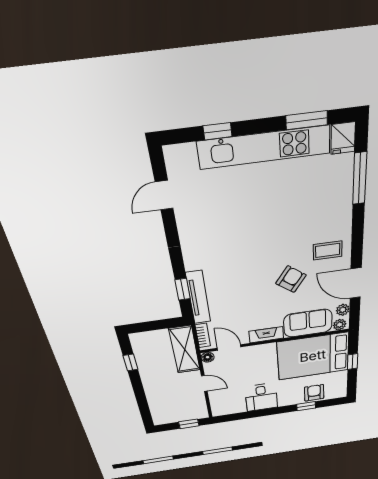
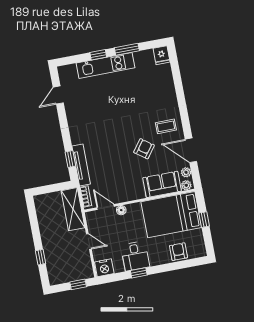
window: (307, 120) -> (127, 49), moved
window: (218, 131) -> (98, 55), moved
kitchen unit: (264, 147) -> (105, 65), width x0.73
window: (360, 179) -> (177, 78), removed
fireplace: (266, 335) -> (132, 195), removed
floor lamp: (208, 357) -> (121, 210), moved
window: (130, 362) -> (41, 257), moved
window: (306, 406) -> (139, 273), moved
nightstand: (222, 408) -> (104, 268), added

